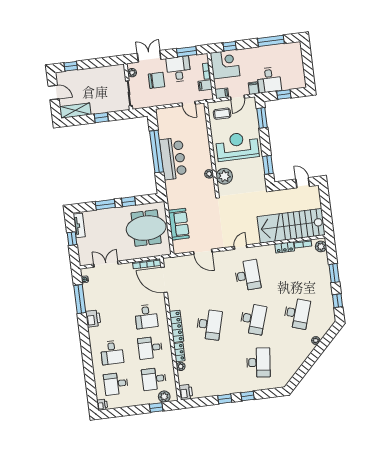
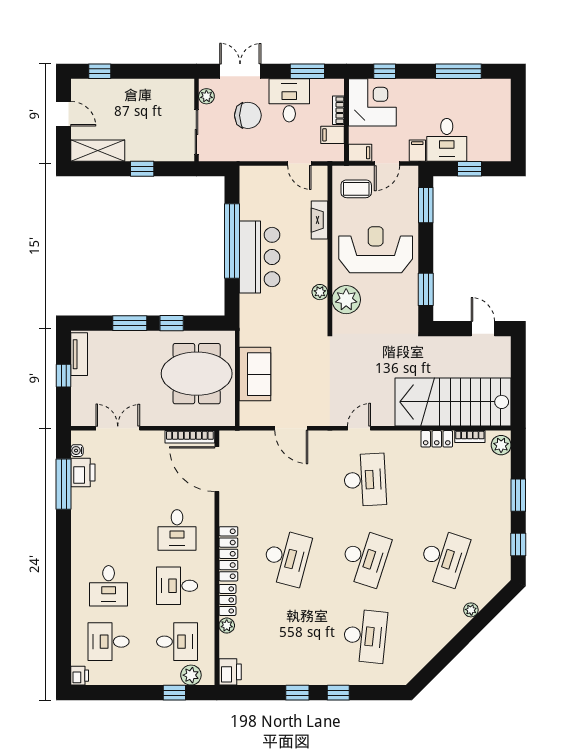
fireplace: (204, 134) -> (319, 220), added
printer: (93, 319) -> (83, 472), moved
desk: (154, 379) -> (177, 642), turned 180

